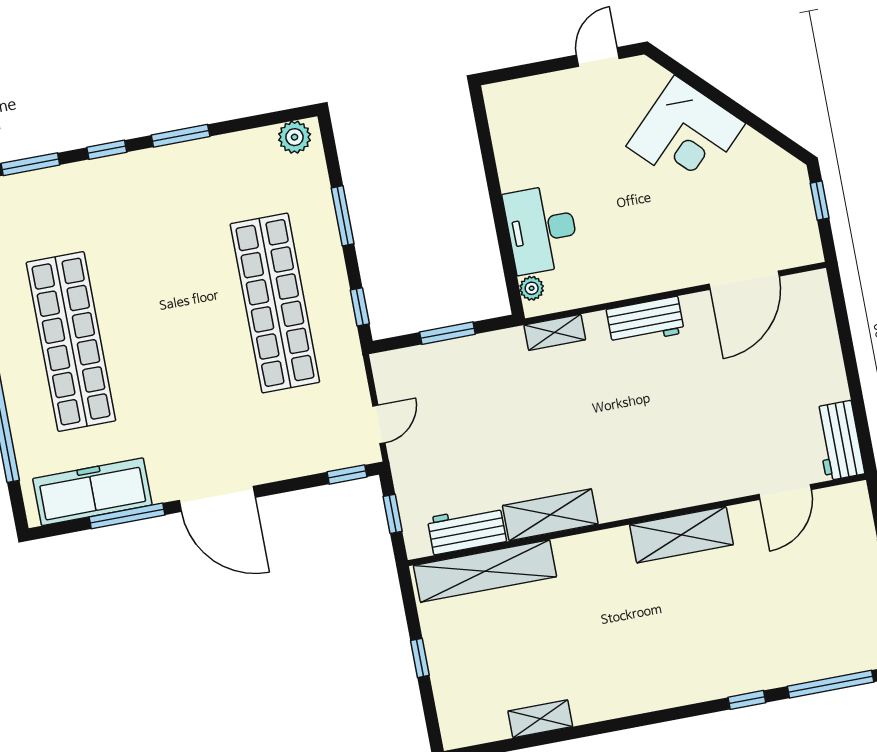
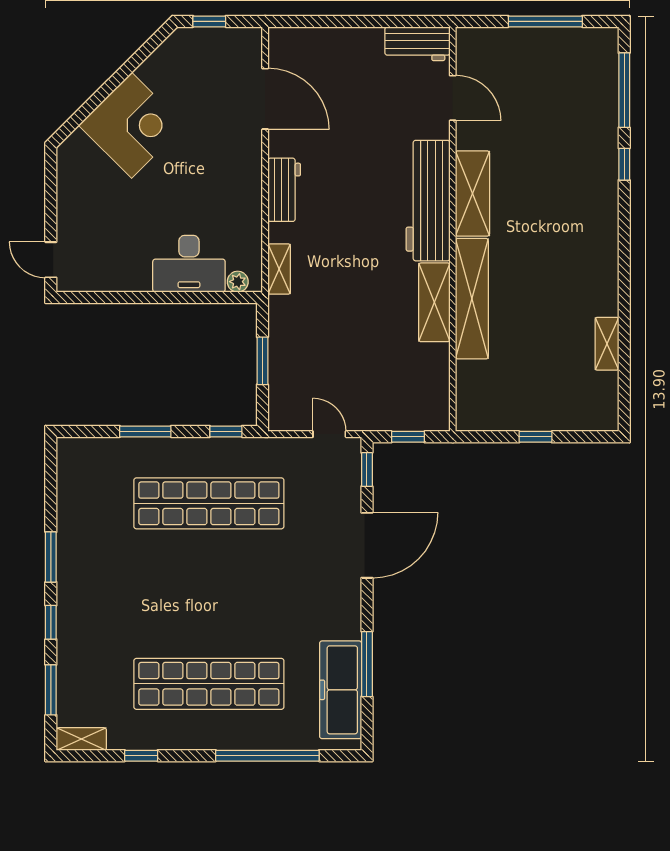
door: (598, 57) -> (51, 260), moved
plant: (295, 137) -> (70, 460), removed
door: (217, 499) -> (367, 545), moved
workbench: (467, 530) -> (428, 201), moved, width x1.88, depth x1.32
shelving: (485, 571) -> (472, 299), moved

